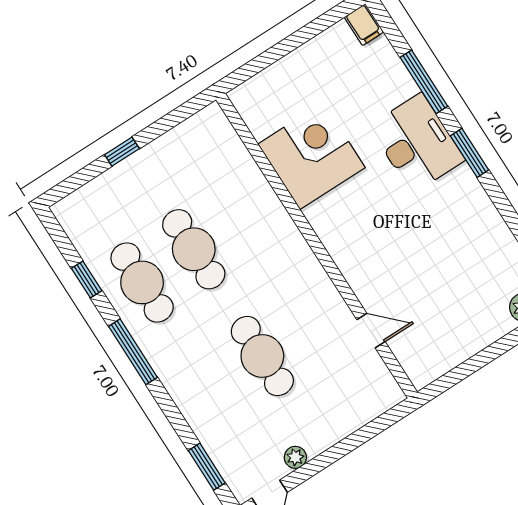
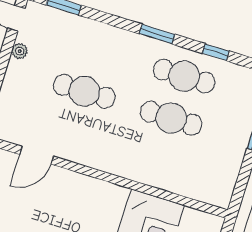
door: (371, 331) -> (37, 155), width x1.38
window: (133, 352) -> (157, 34), width x0.69

